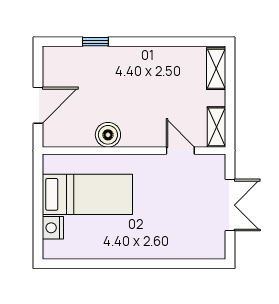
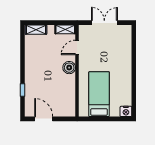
door: (38, 105) -> (44, 119), moved
boiler: (108, 135) -> (69, 68), moved
nightstand: (53, 228) -> (126, 111), moved

